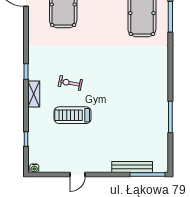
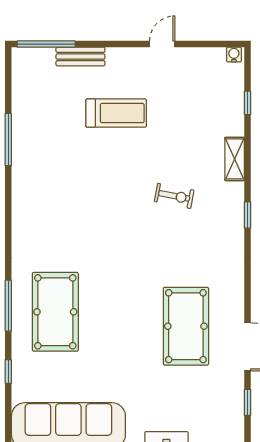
shelving: (34, 94) -> (235, 159), moved
treadmill: (73, 115) -> (116, 113), moved
bench: (132, 167) -> (80, 57), width x0.73

